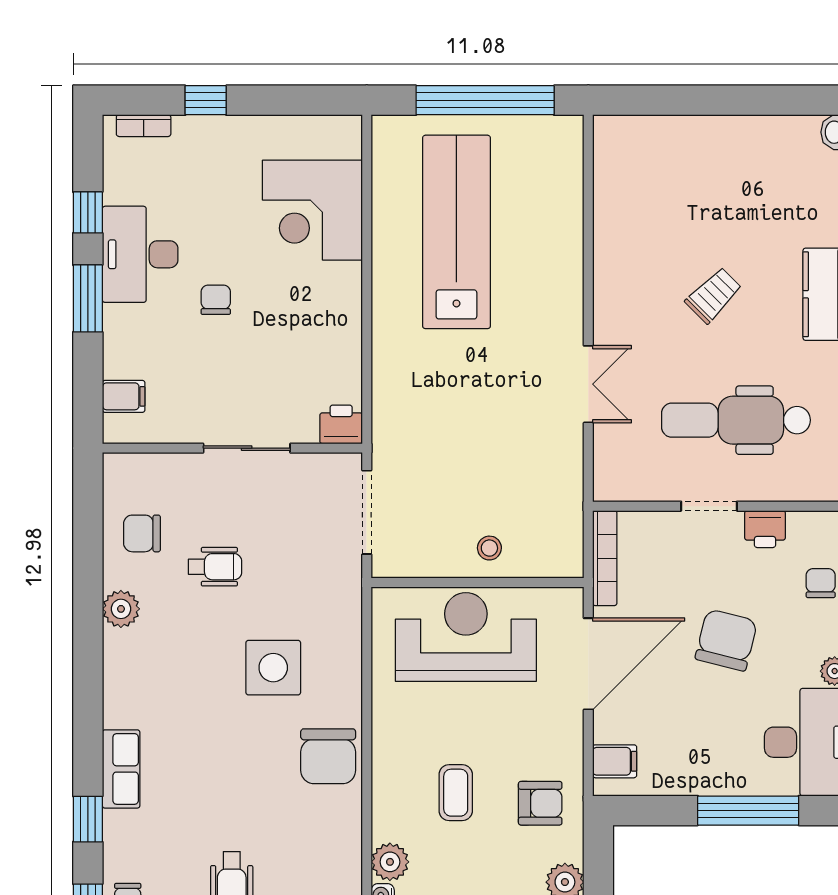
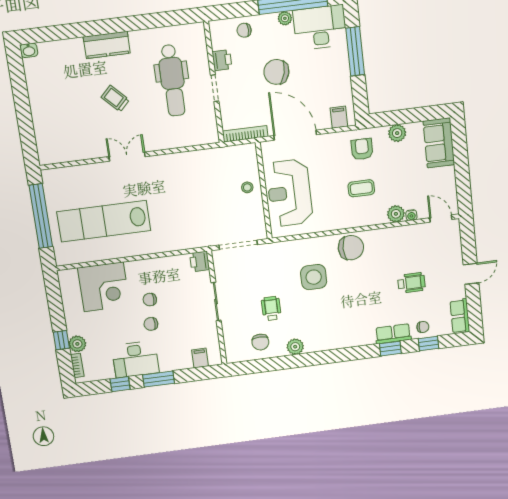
plant: (192, 134) -> (77, 344), added
chair: (271, 305) -> (150, 300), added
double door: (588, 384) -> (127, 157), moved
row of seats: (121, 769) -> (393, 334), moved

